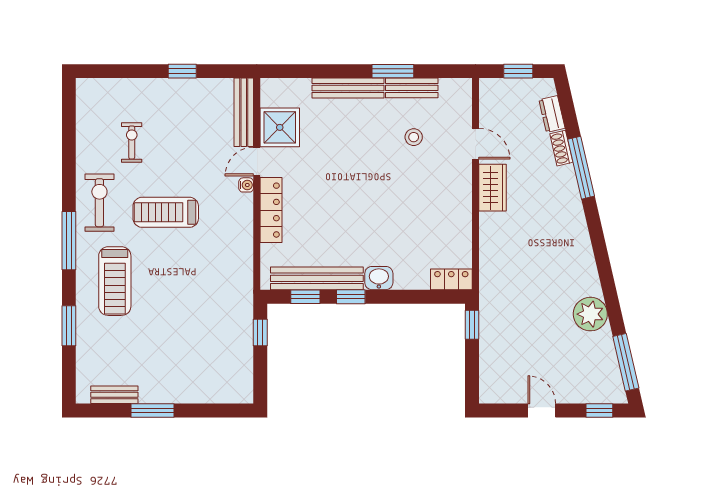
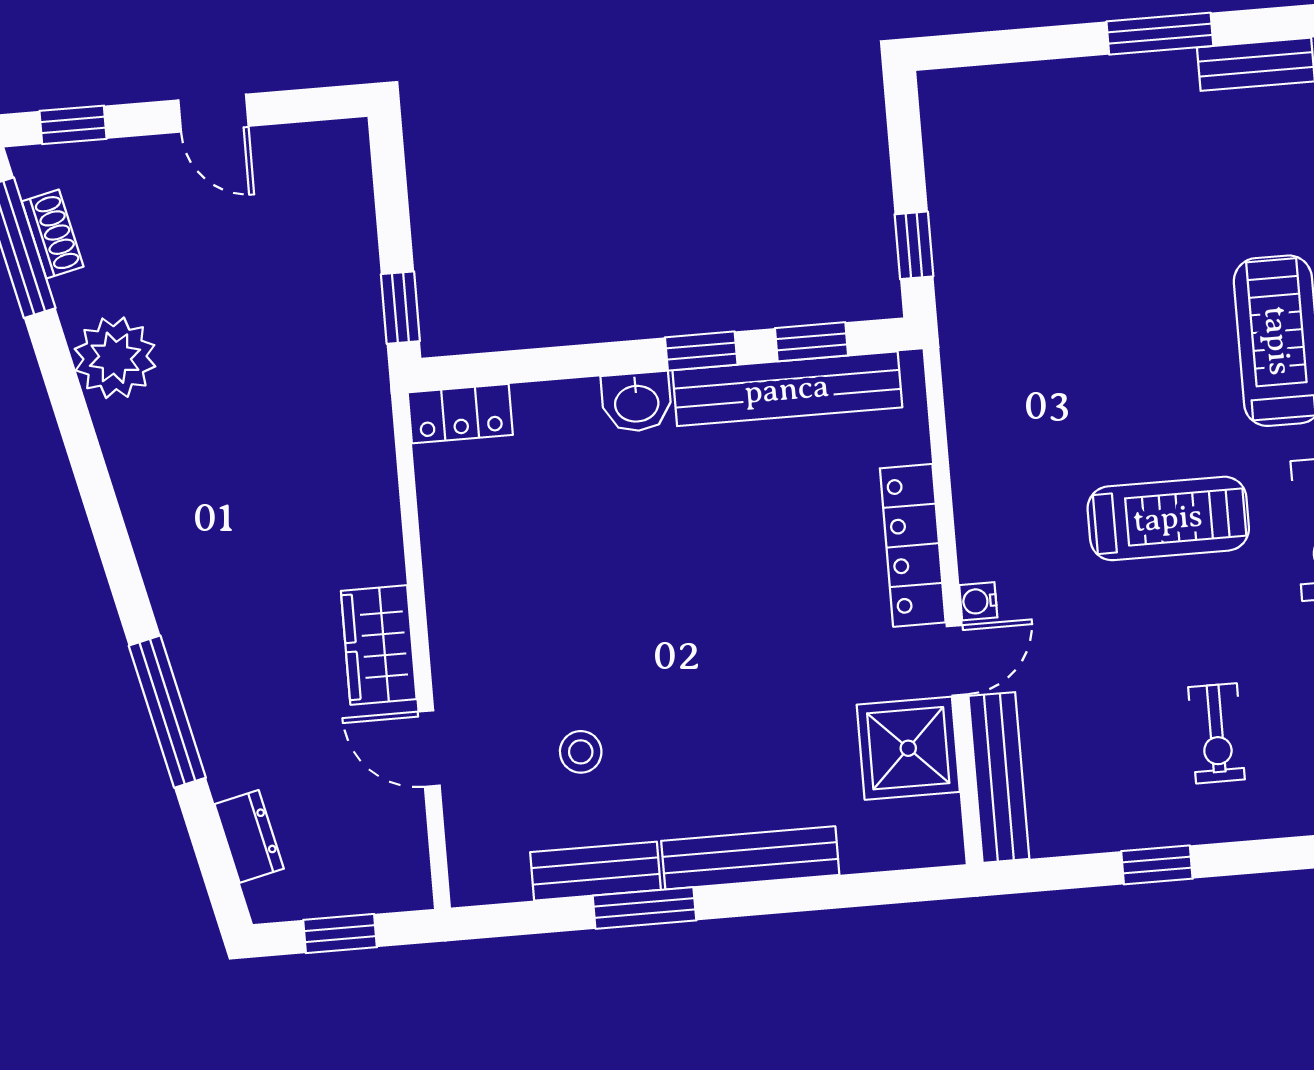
exercise bike: (132, 142) -> (1216, 733), moved
shoe rack: (561, 148) -> (53, 234), moved

